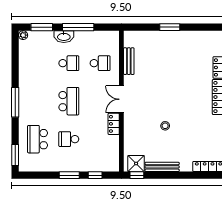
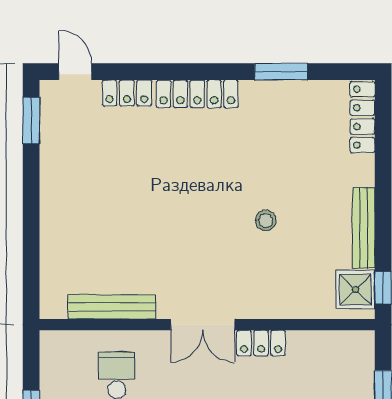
window: (170, 27) -> (31, 121), moved
bench: (129, 61) -> (112, 307), width x1.36

